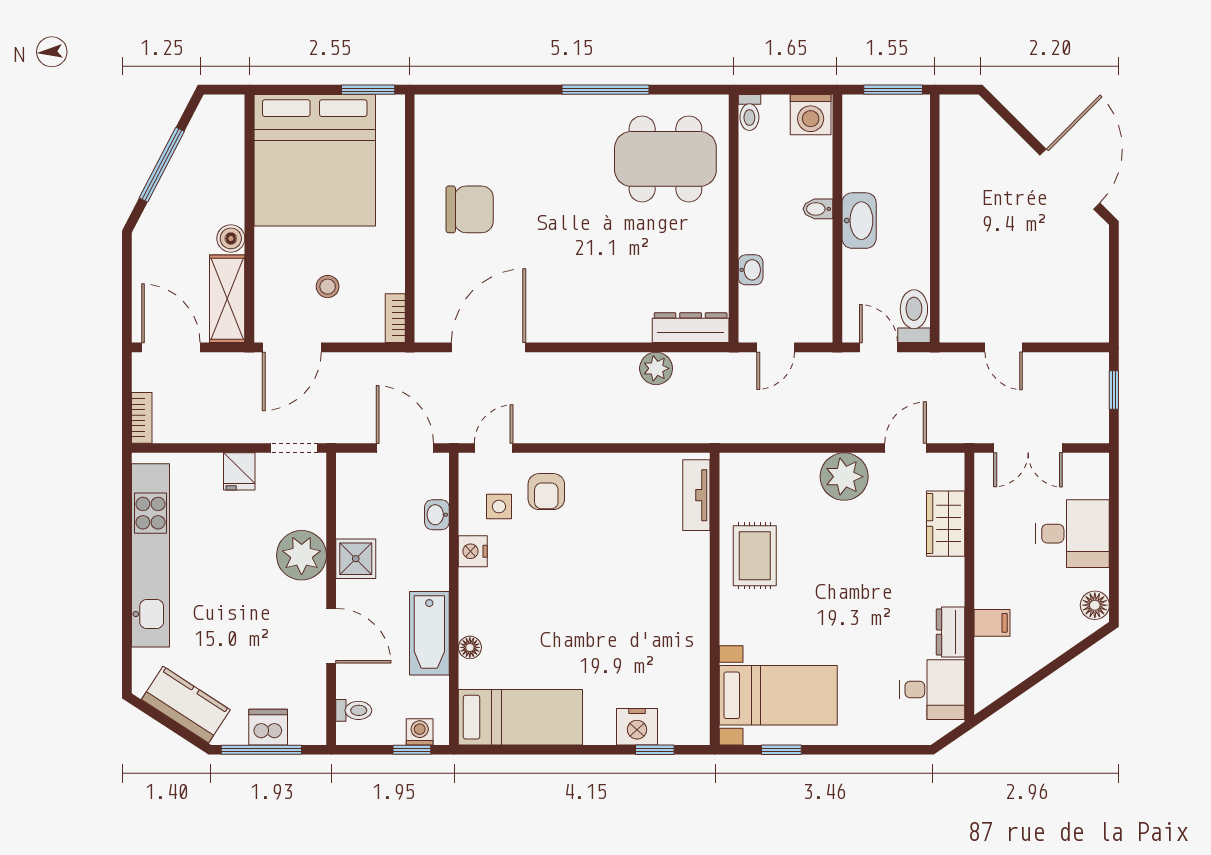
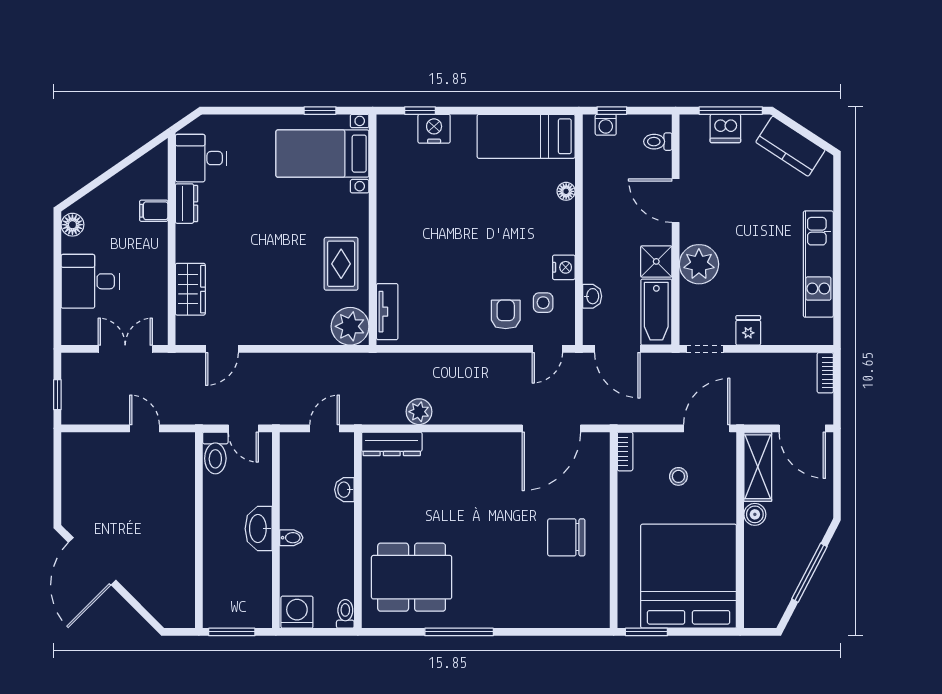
plant: (844, 477) -> (350, 326), moved
kitchen unit: (150, 555) -> (818, 264), width x0.73
bathtub: (429, 633) -> (656, 312), moved, turned 180

